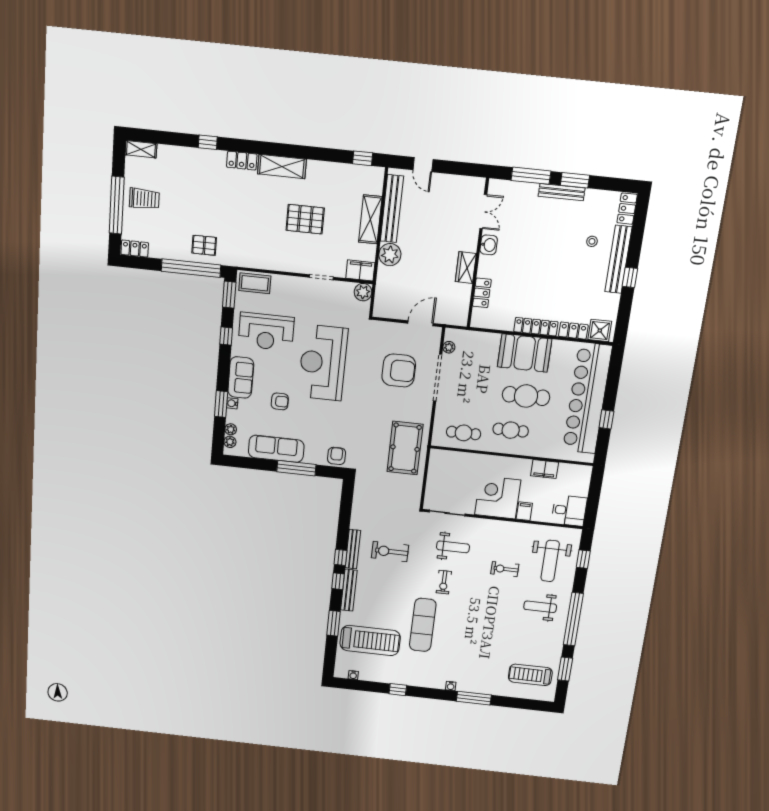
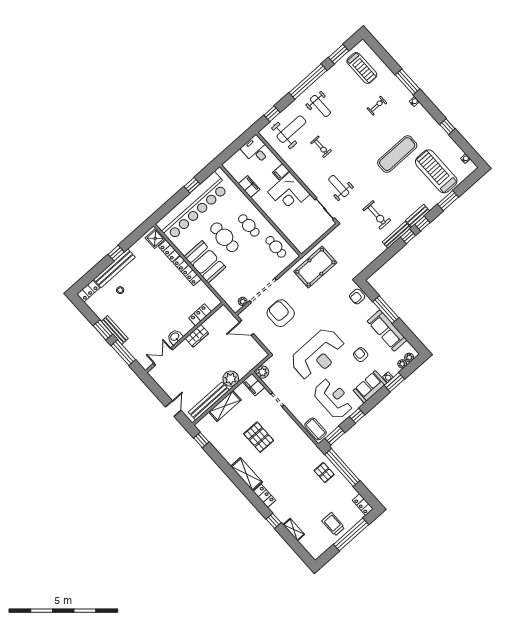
shelving: (141, 149) -> (294, 530), moved
exercise bike: (444, 582) -> (377, 106), moved
bench: (349, 590) -> (418, 216), width x0.73

